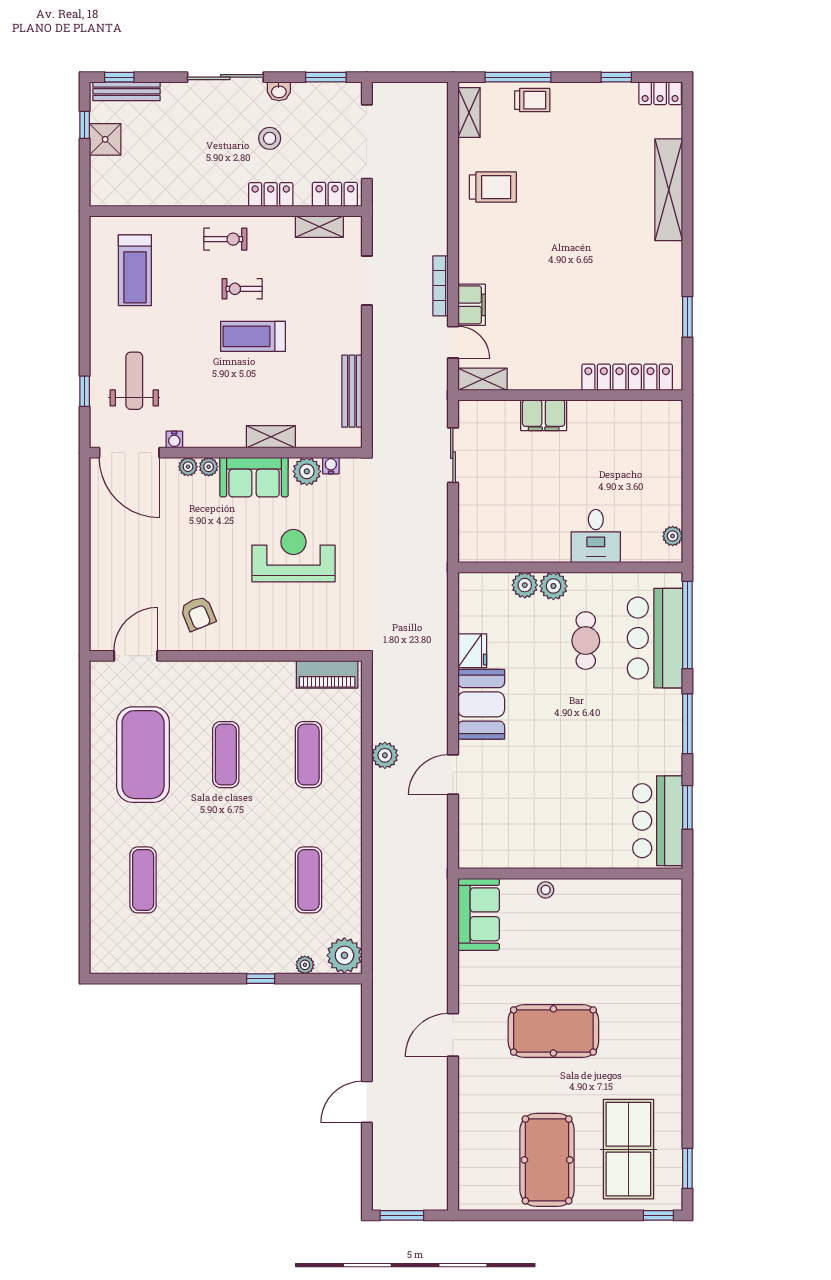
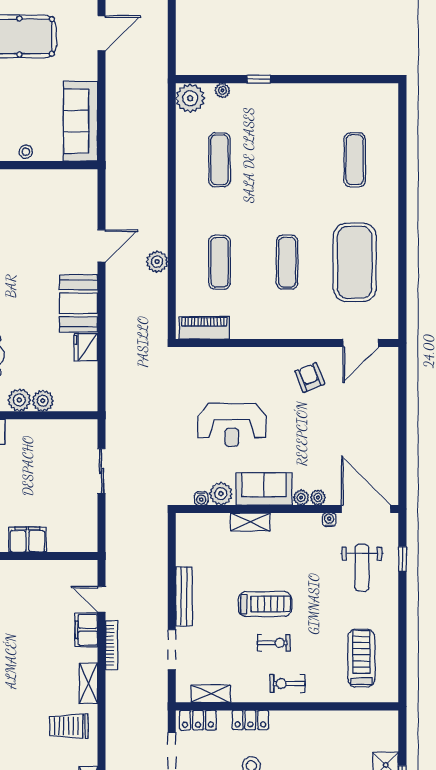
shelving: (482, 379) -> (88, 683), moved, turned 90
bench: (352, 391) -> (184, 596), moved
sliding door: (453, 455) -> (101, 471), moved
sofa: (479, 914) -> (81, 121), width x1.36

